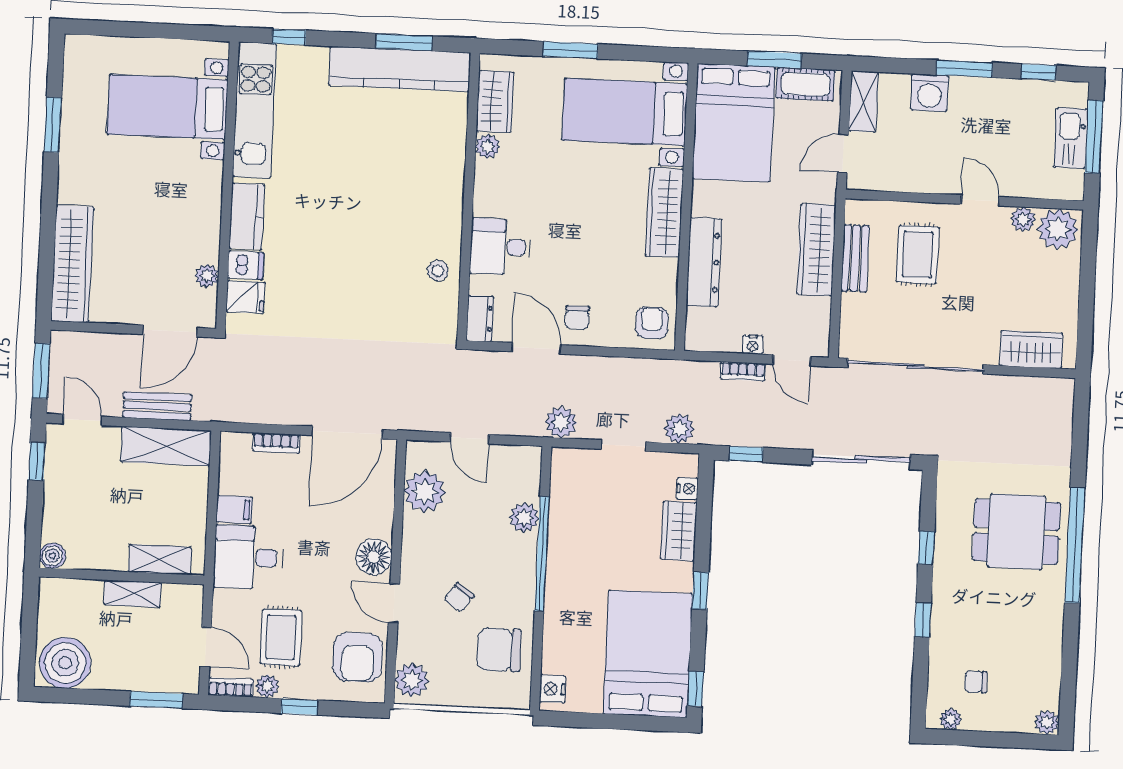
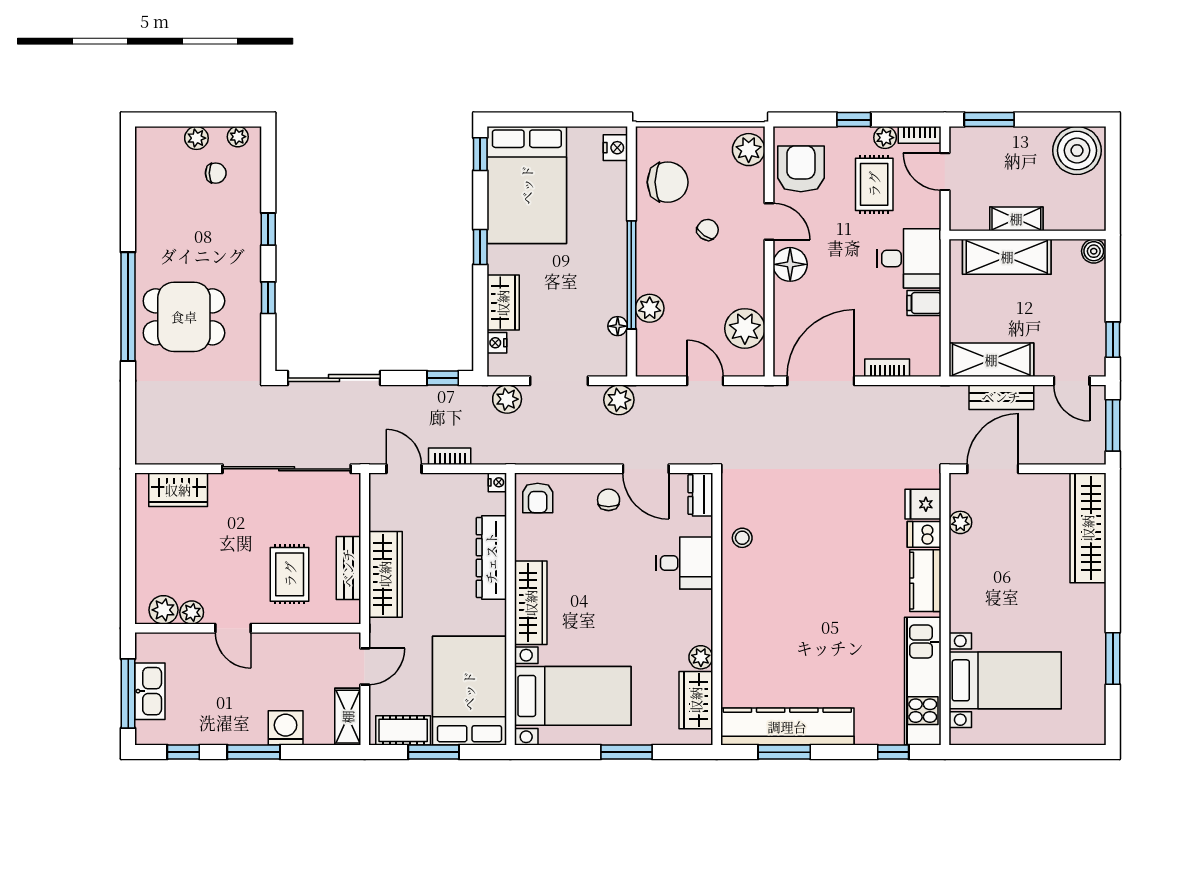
plant: (1058, 229) -> (163, 610), width x0.73, depth x0.73
nightstand: (753, 345) -> (497, 482), moved, turned 90
doorway: (624, 446) -> (559, 381), width x1.38
floor lamp: (559, 500) -> (618, 326), added
shelving: (160, 560) -> (1007, 257), width x1.50, depth x1.33
plant: (1047, 722) -> (196, 138), moved

